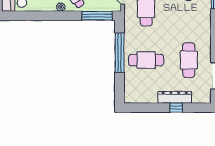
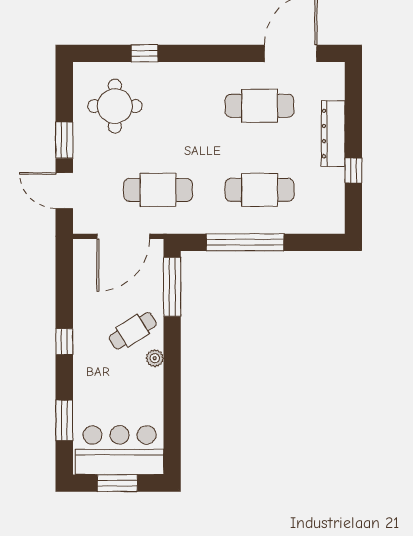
cafe table: (146, 60) -> (260, 190), turned 90
window: (176, 108) -> (353, 171), moved

